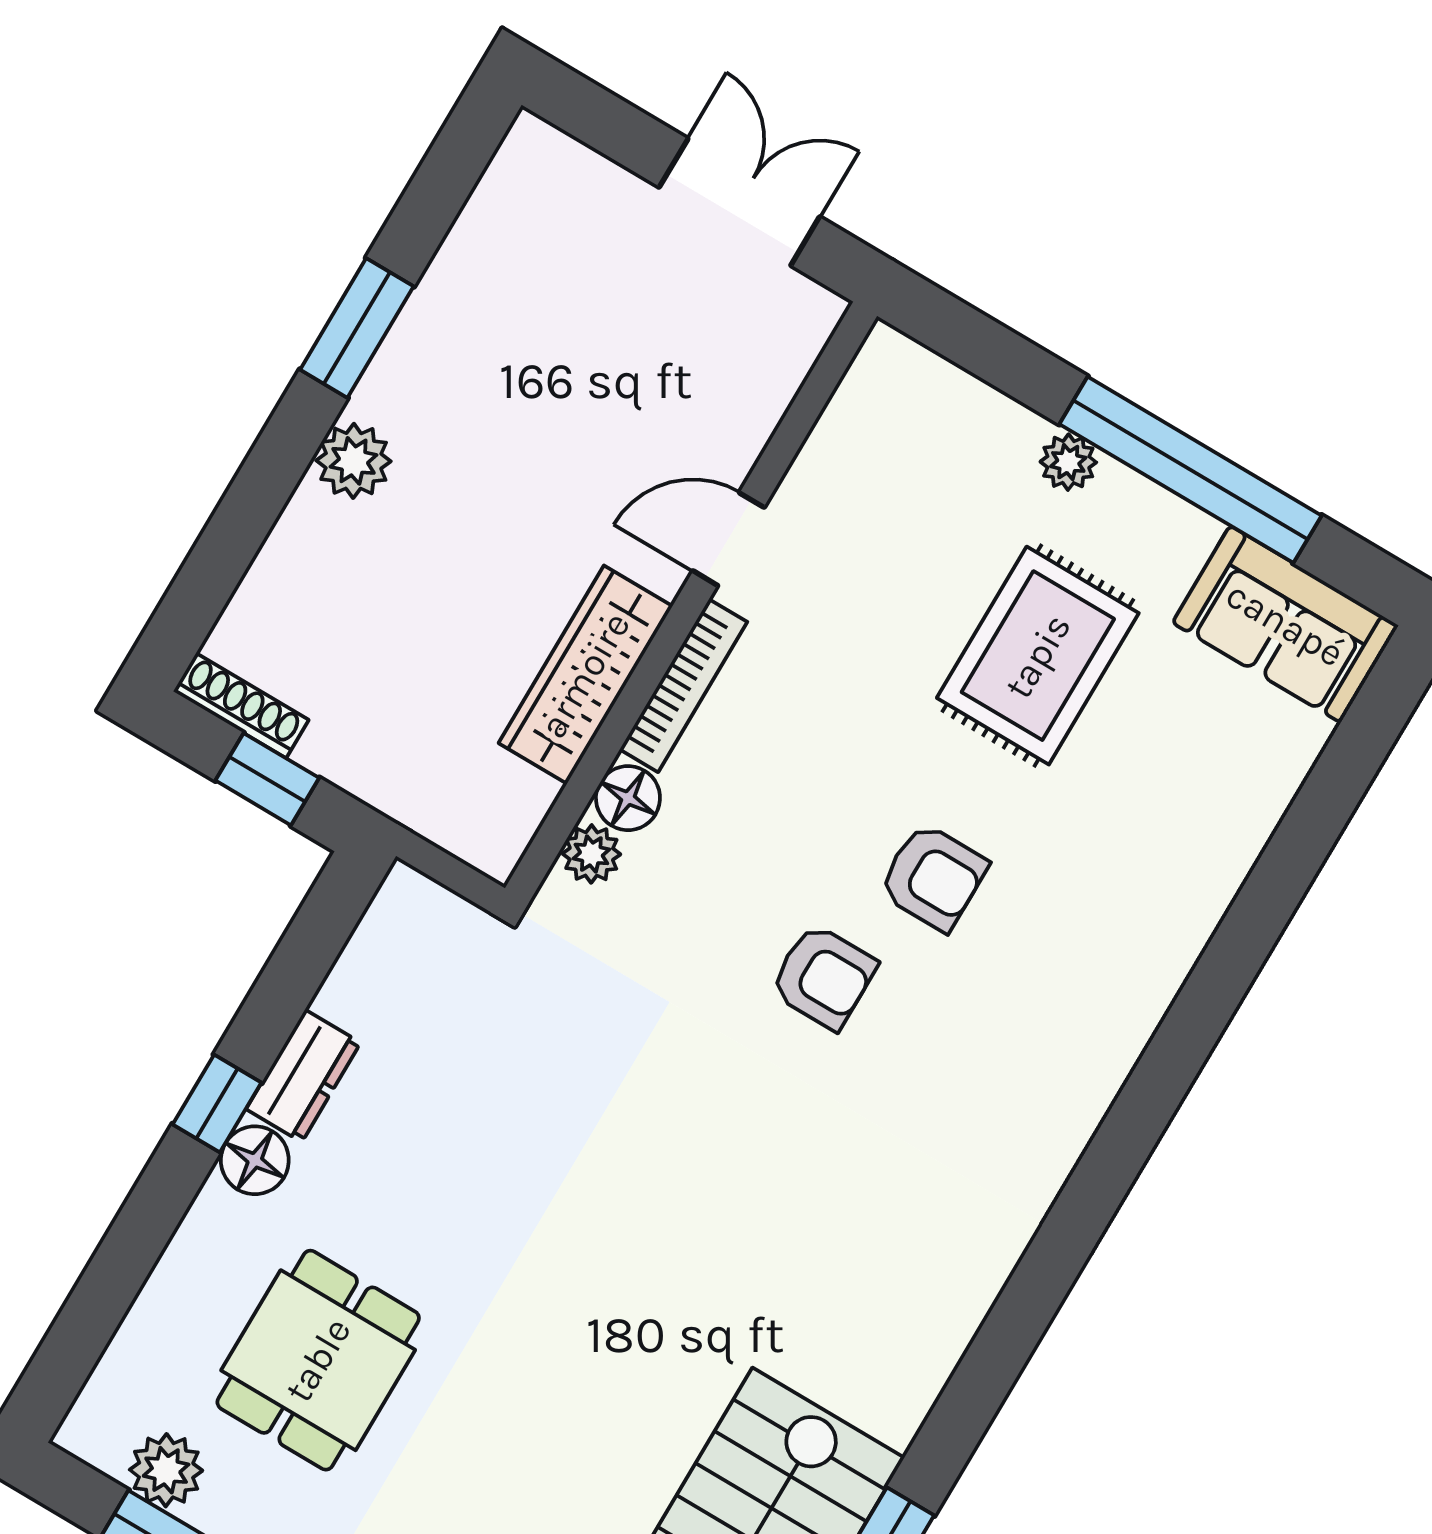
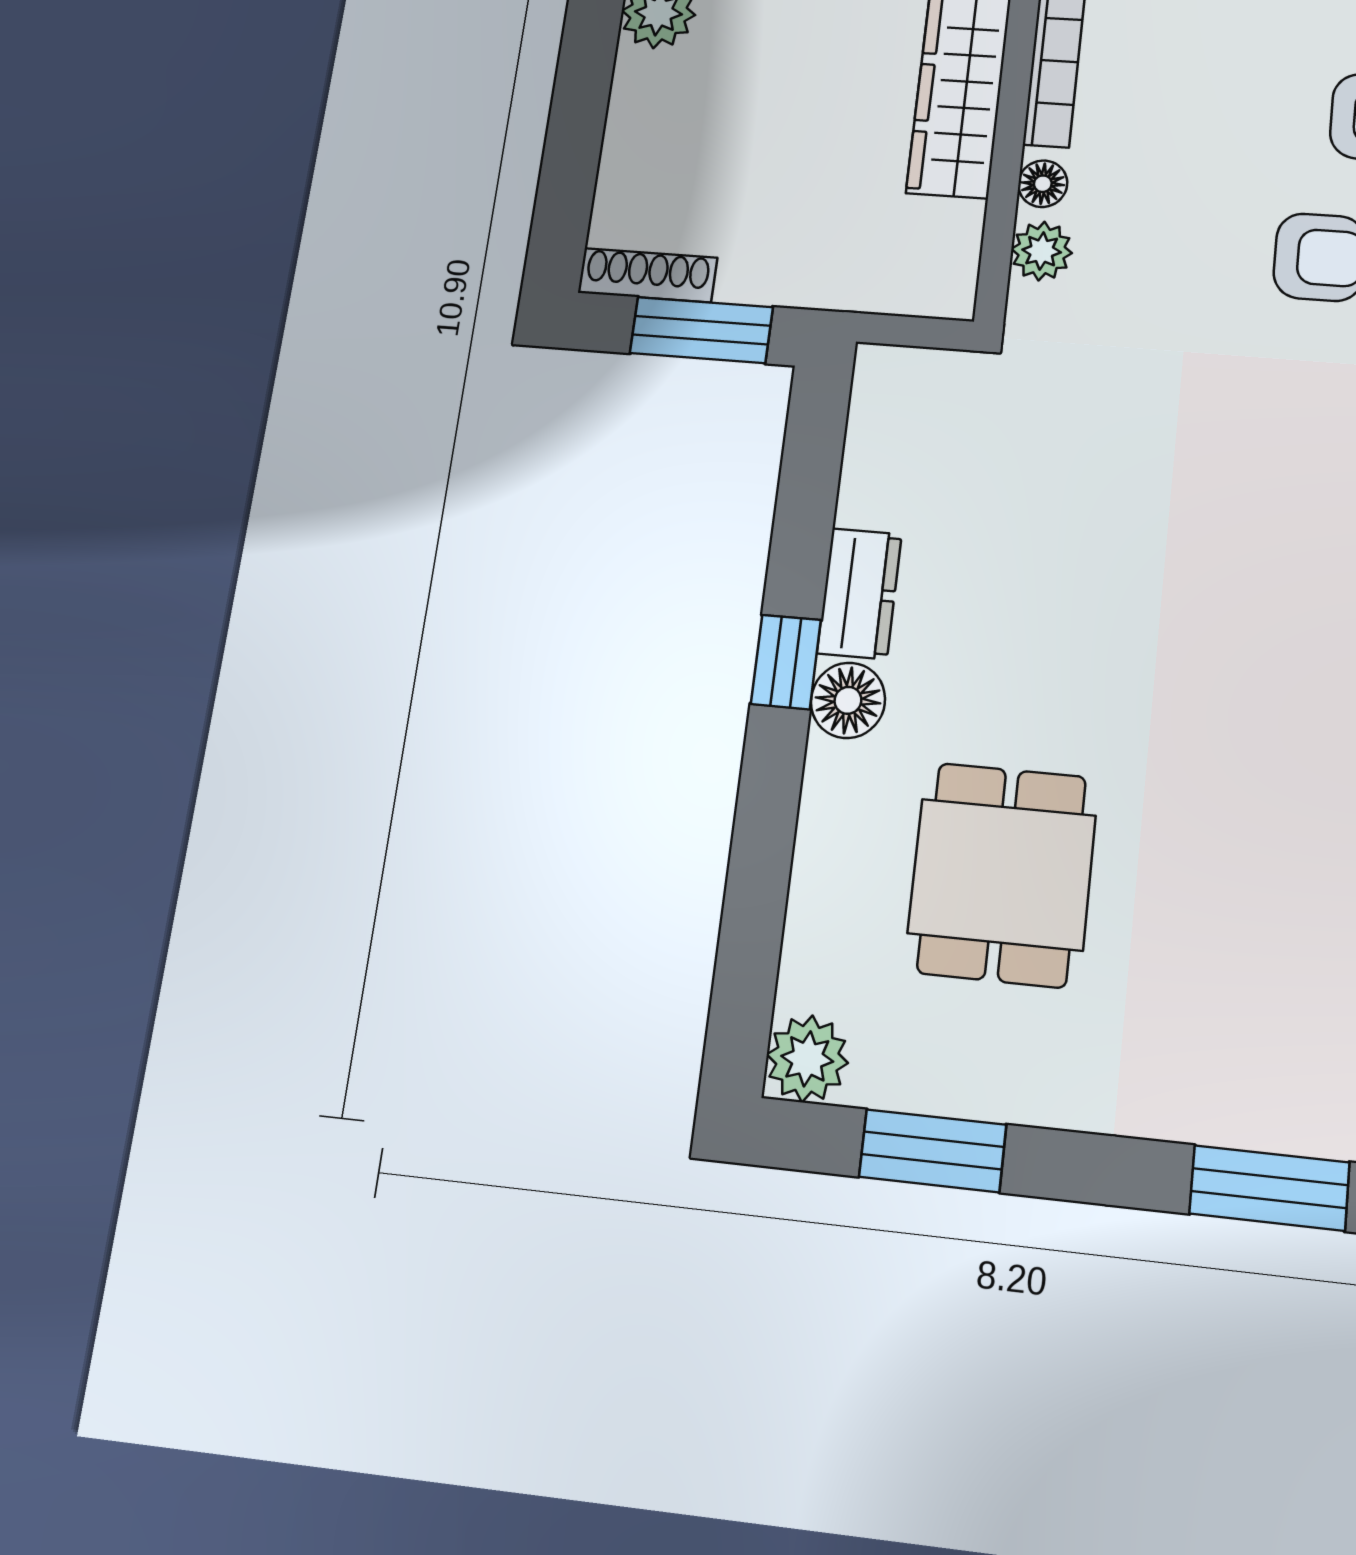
window: (267, 779) -> (701, 330), width x1.50
floor lamp: (628, 798) -> (1043, 184), width x0.73, depth x0.73
plant: (166, 1470) -> (807, 1059), moved

